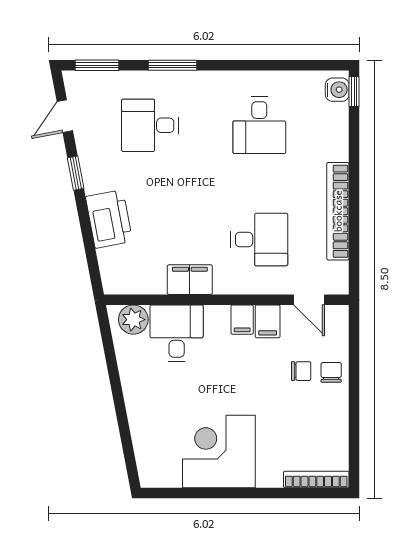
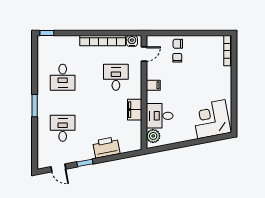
window: (97, 65) -> (35, 153), removed
window: (173, 65) -> (35, 106), moved
water cooler: (337, 90) -> (132, 41), moved
desk: (150, 125) -> (63, 128), turned 180
desk: (259, 125) -> (63, 77), turned 90
filing cabinet: (268, 321) -> (154, 73), removed
corner desk: (219, 452) -> (211, 119), moved, turned 79

